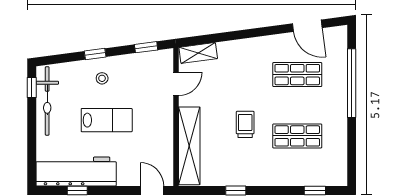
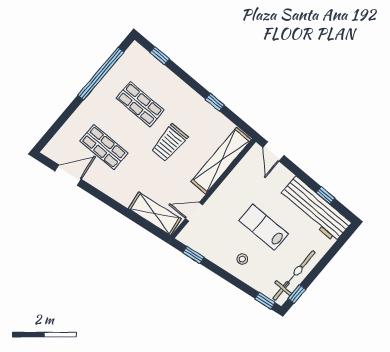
door: (307, 26) -> (68, 175), hinge flipped
shelving: (198, 53) -> (155, 214), width x1.50, depth x1.33
window: (95, 54) -> (265, 301), moved
window: (352, 83) -> (101, 74), moved
trolley: (245, 124) -> (170, 143), width x1.36, depth x1.39

